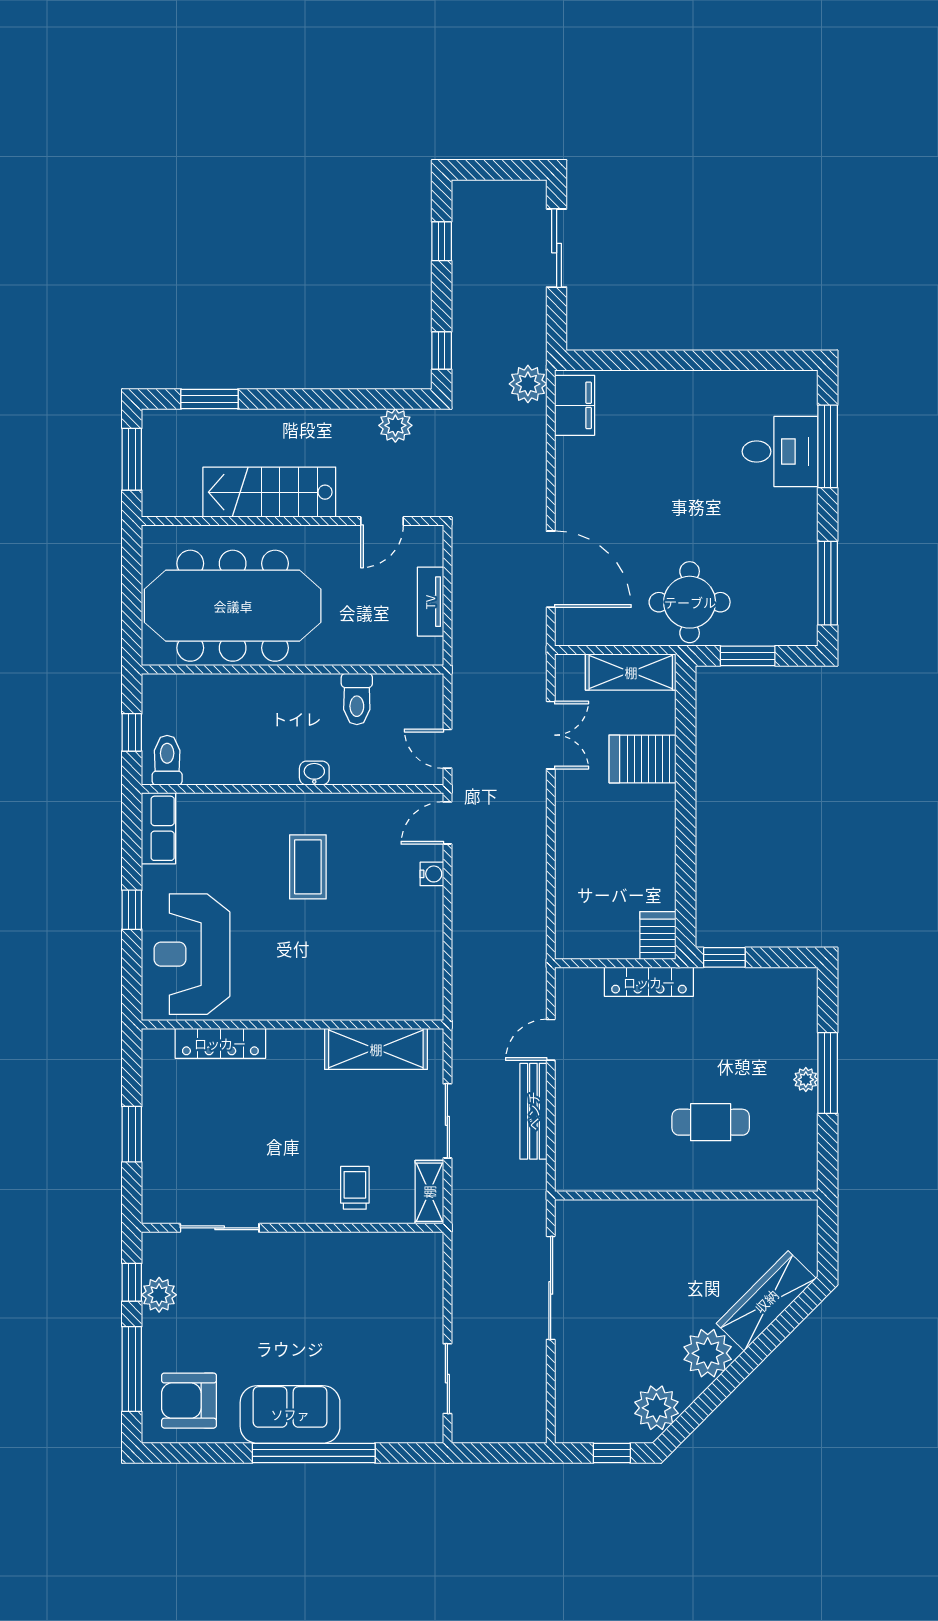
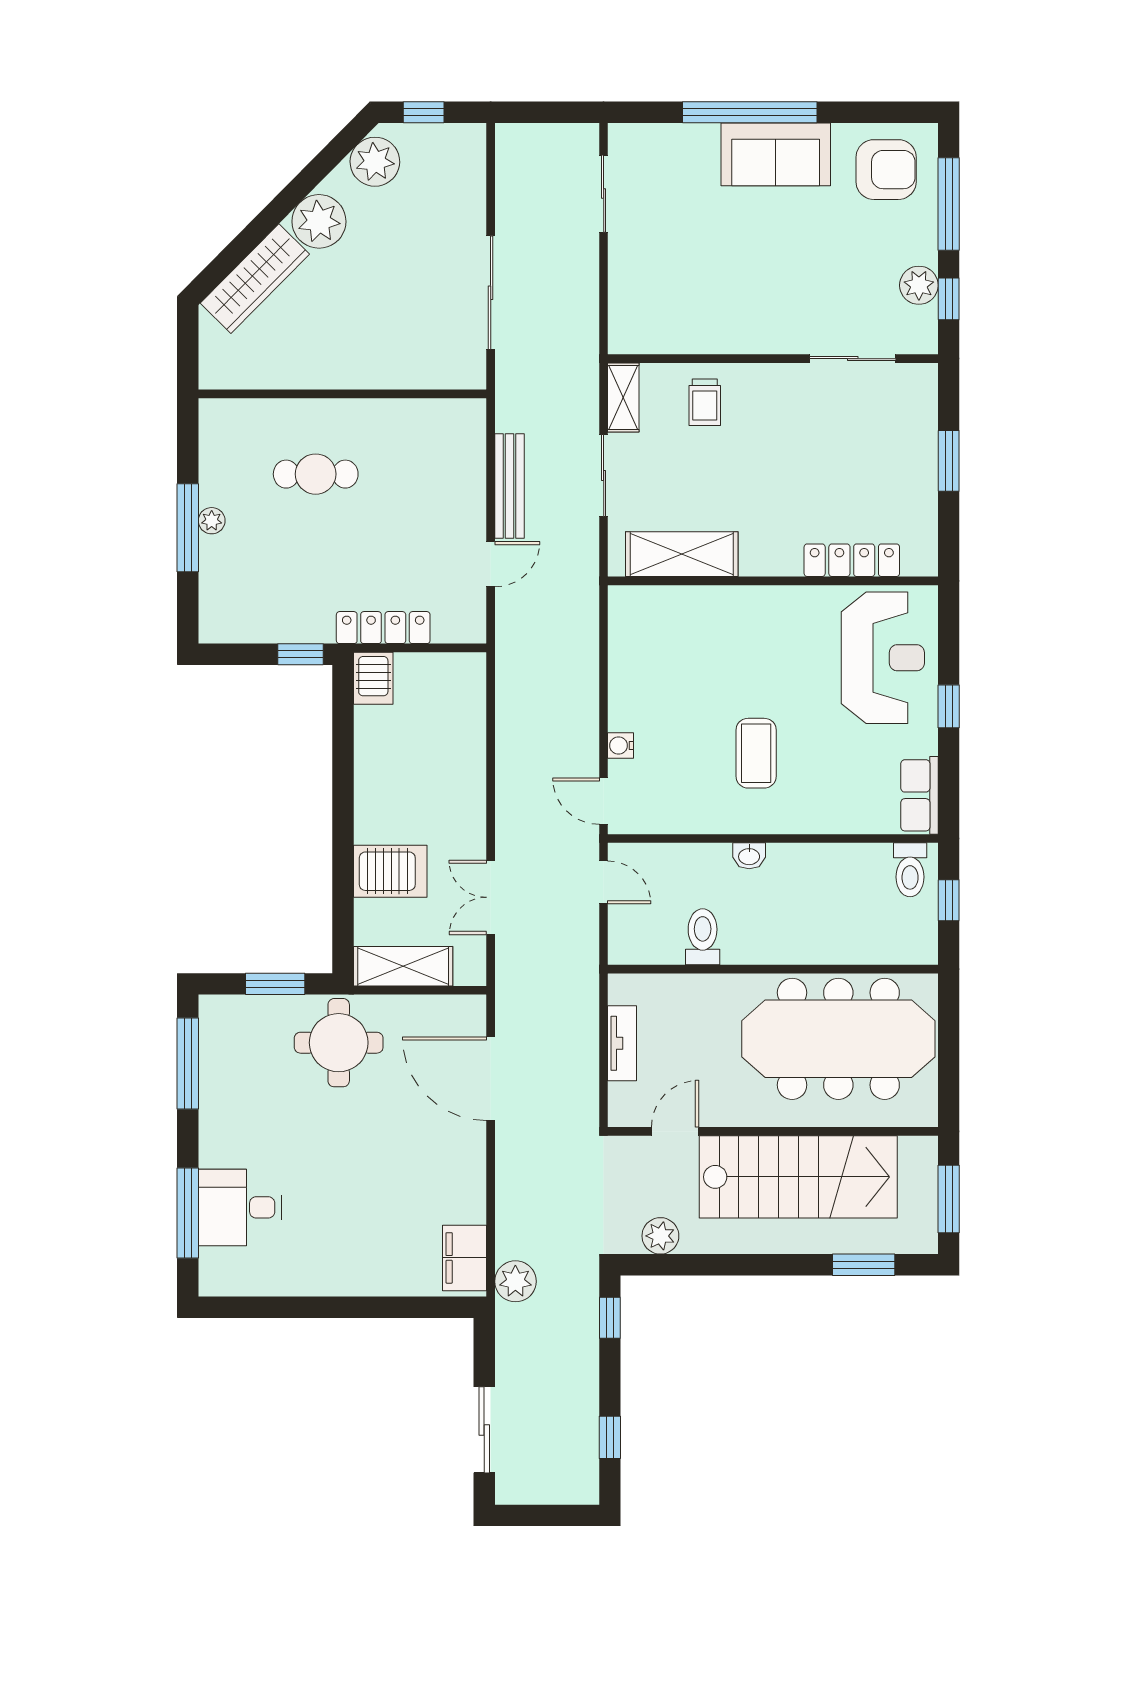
stairs: (269, 492) -> (798, 1177), width x1.36, depth x1.51
door: (447, 823) -> (604, 801), swing flipped

